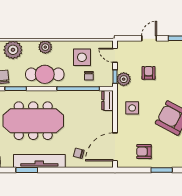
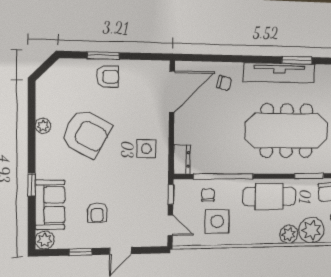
plant: (45, 47) -> (289, 234), moved
armchair: (149, 73) -> (97, 213), moved
plant: (124, 79) -> (158, 191), removed
armchair: (144, 152) -> (108, 77), moved

